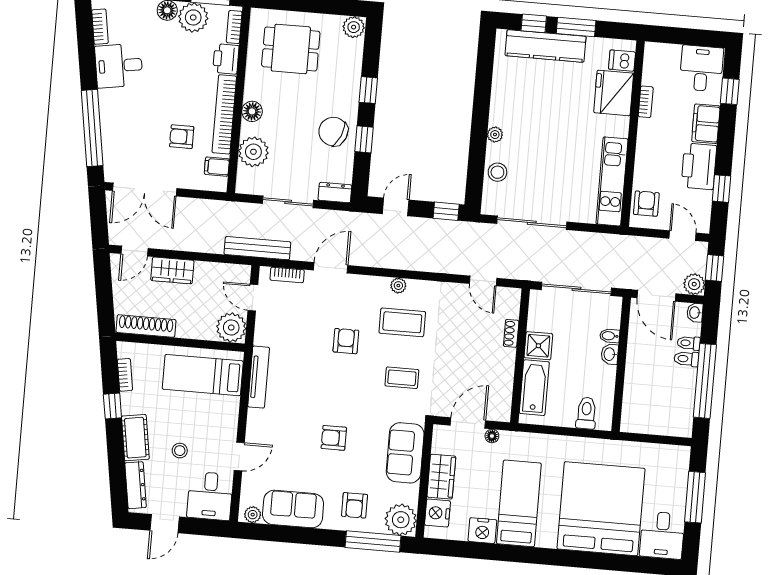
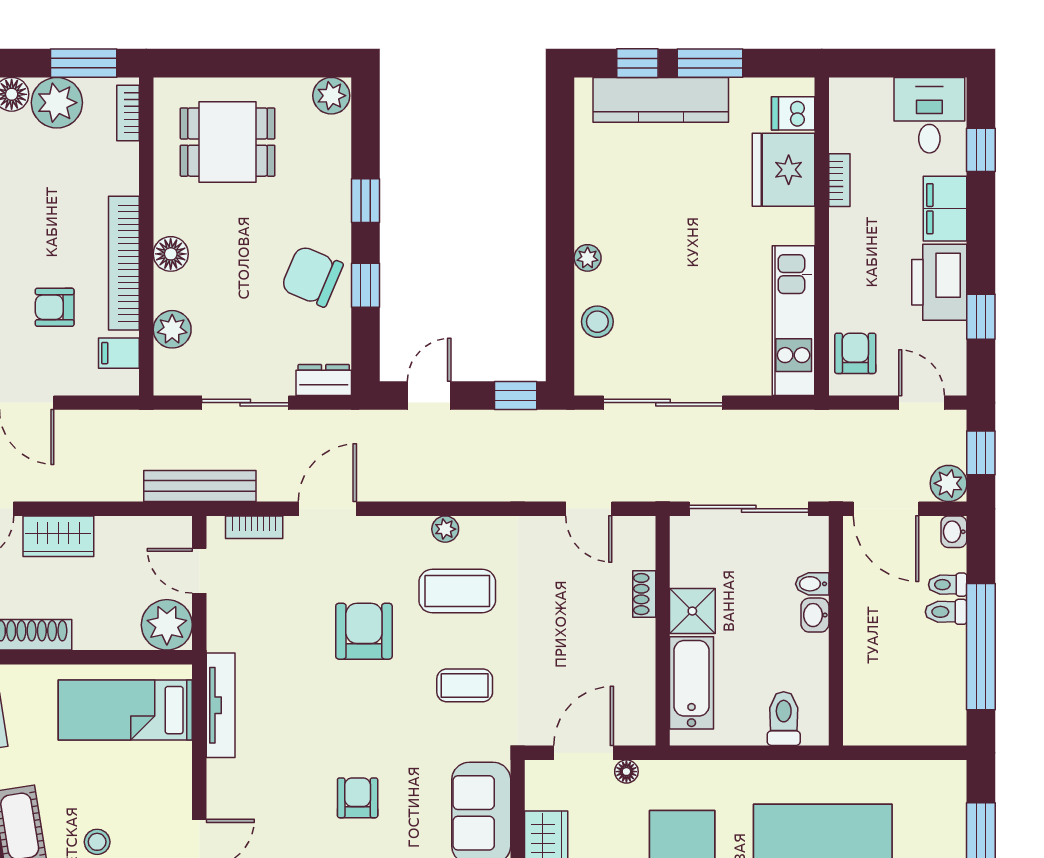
printer: (226, 59) -> (119, 168), removed
plant: (253, 152) -> (172, 329), width x0.73, depth x0.73
armchair: (346, 341) -> (364, 631), width x1.38, depth x1.38
armchair: (334, 438) -> (358, 798), turned 90

